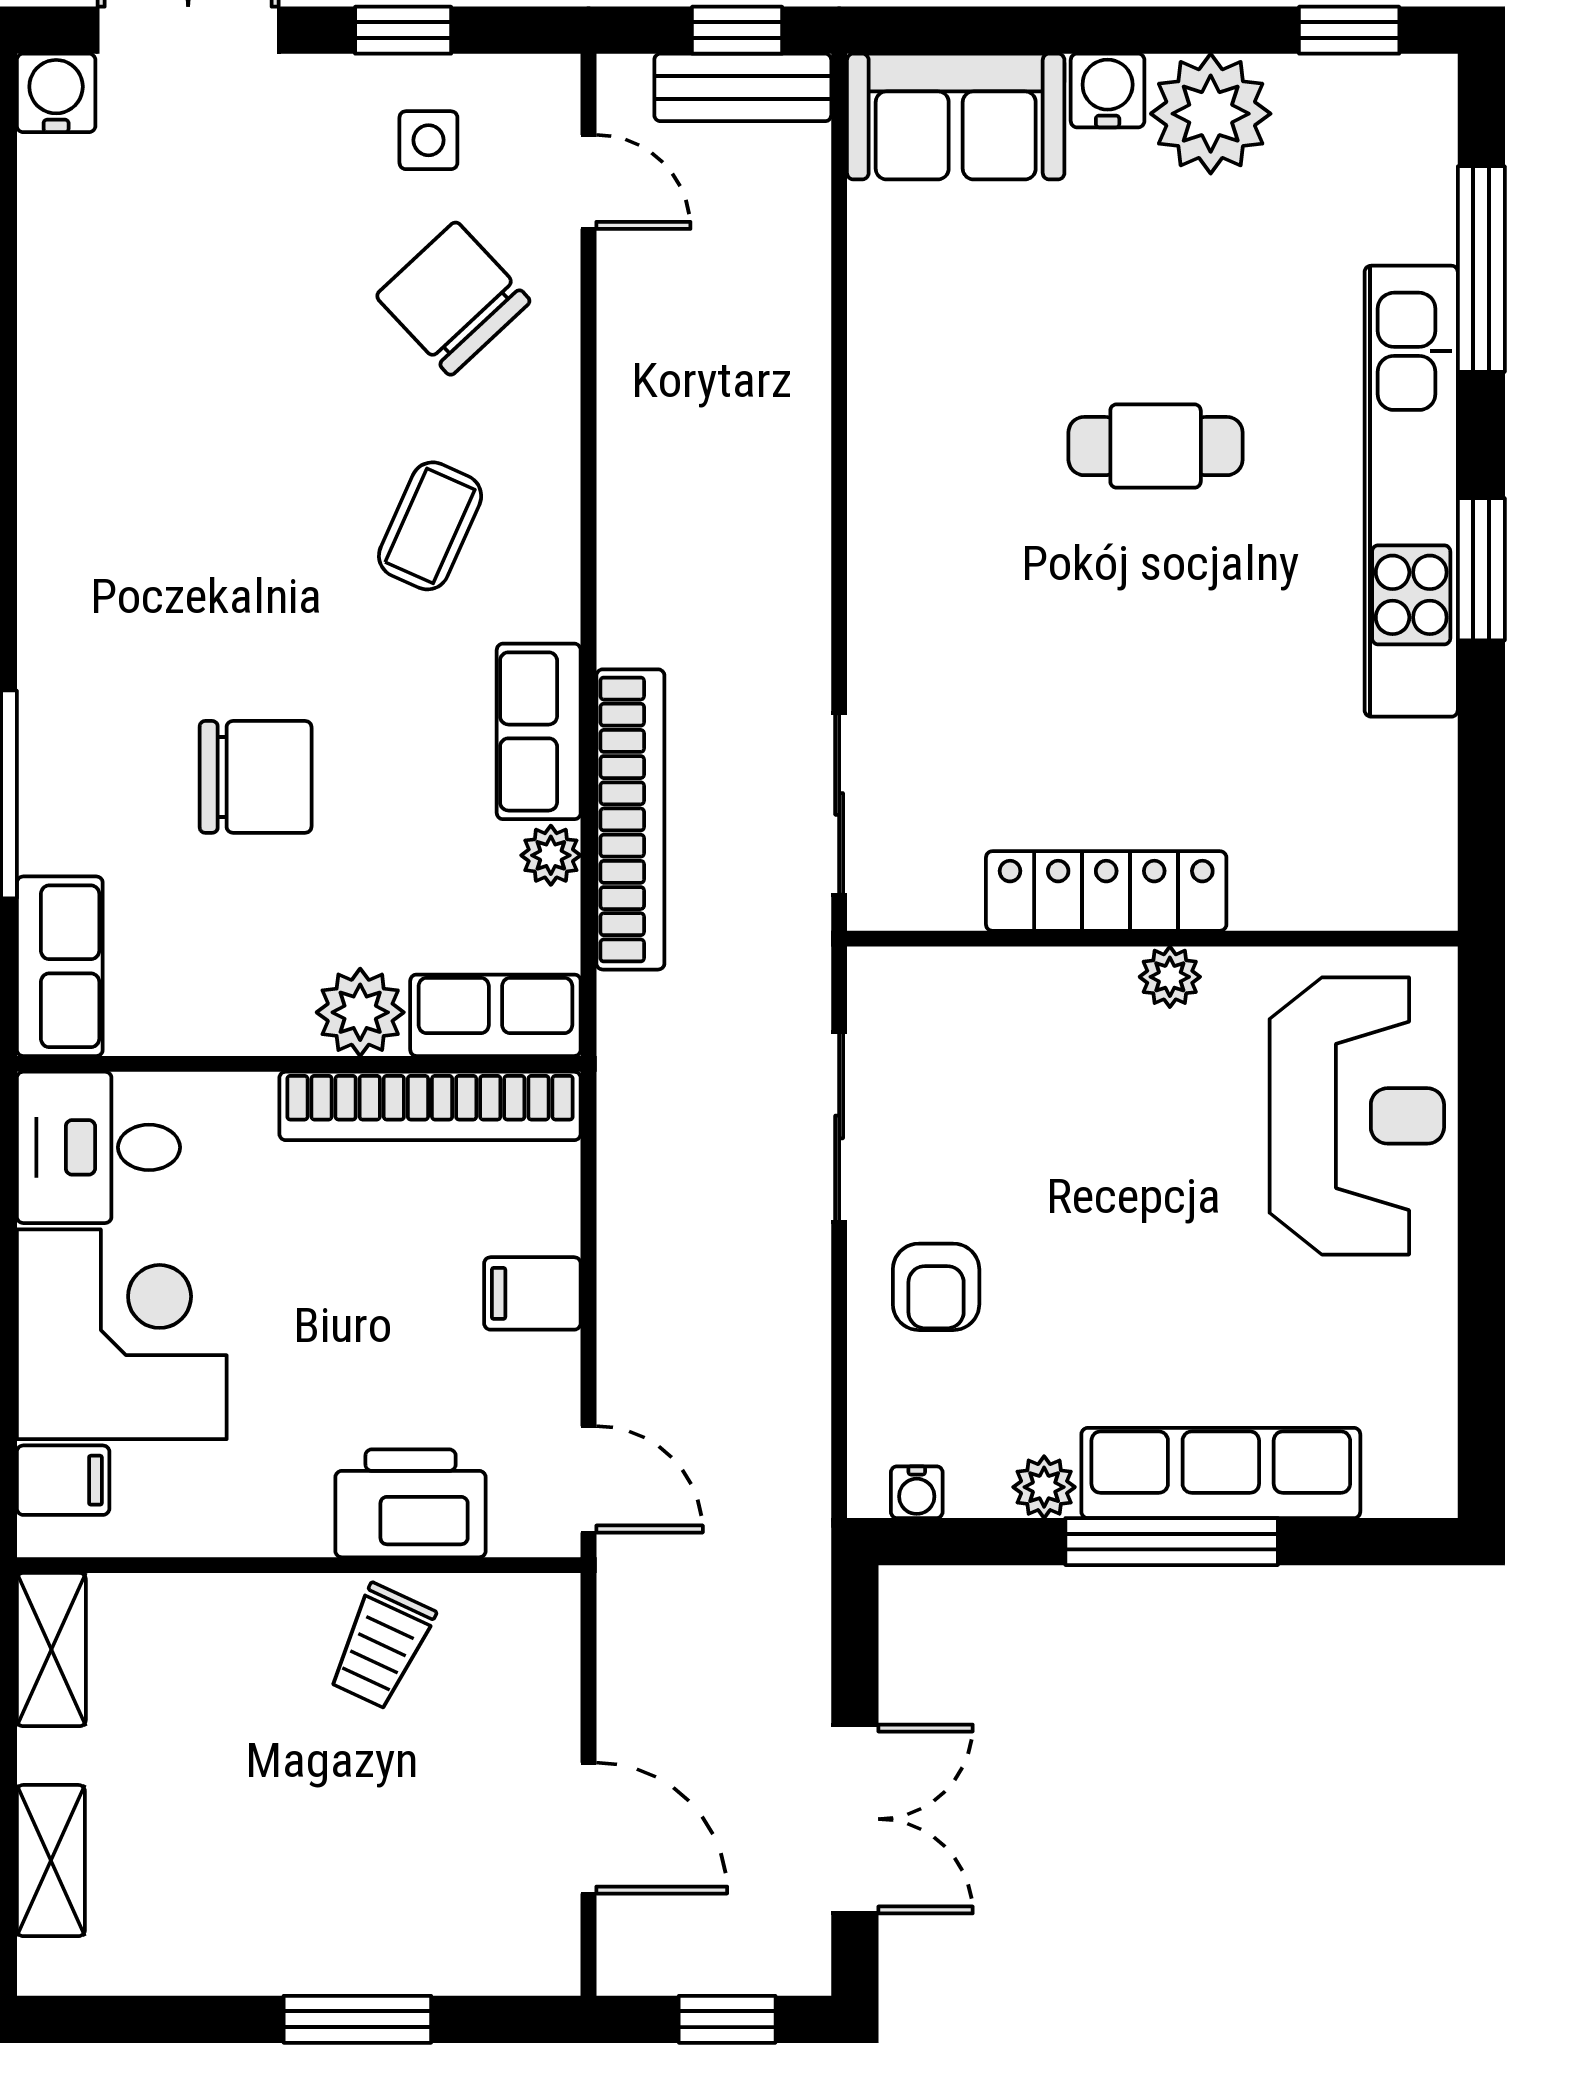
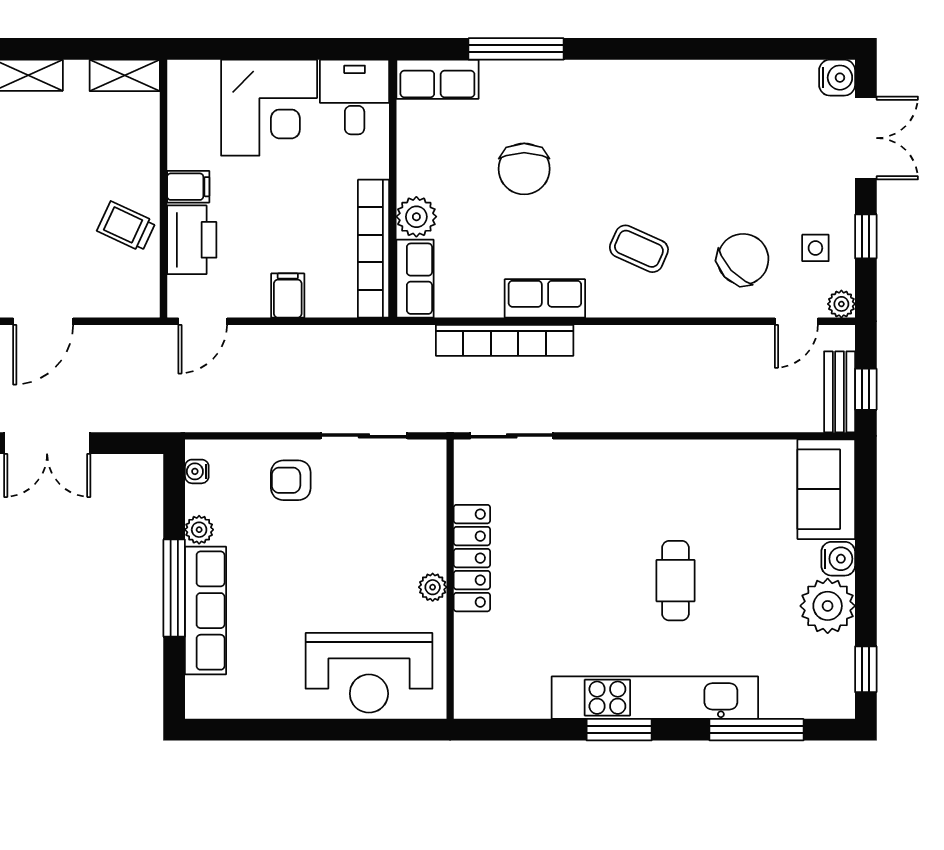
plant: (551, 855) -> (841, 304), moved
filing cabinet: (63, 1480) -> (188, 187), moved, turned -90

